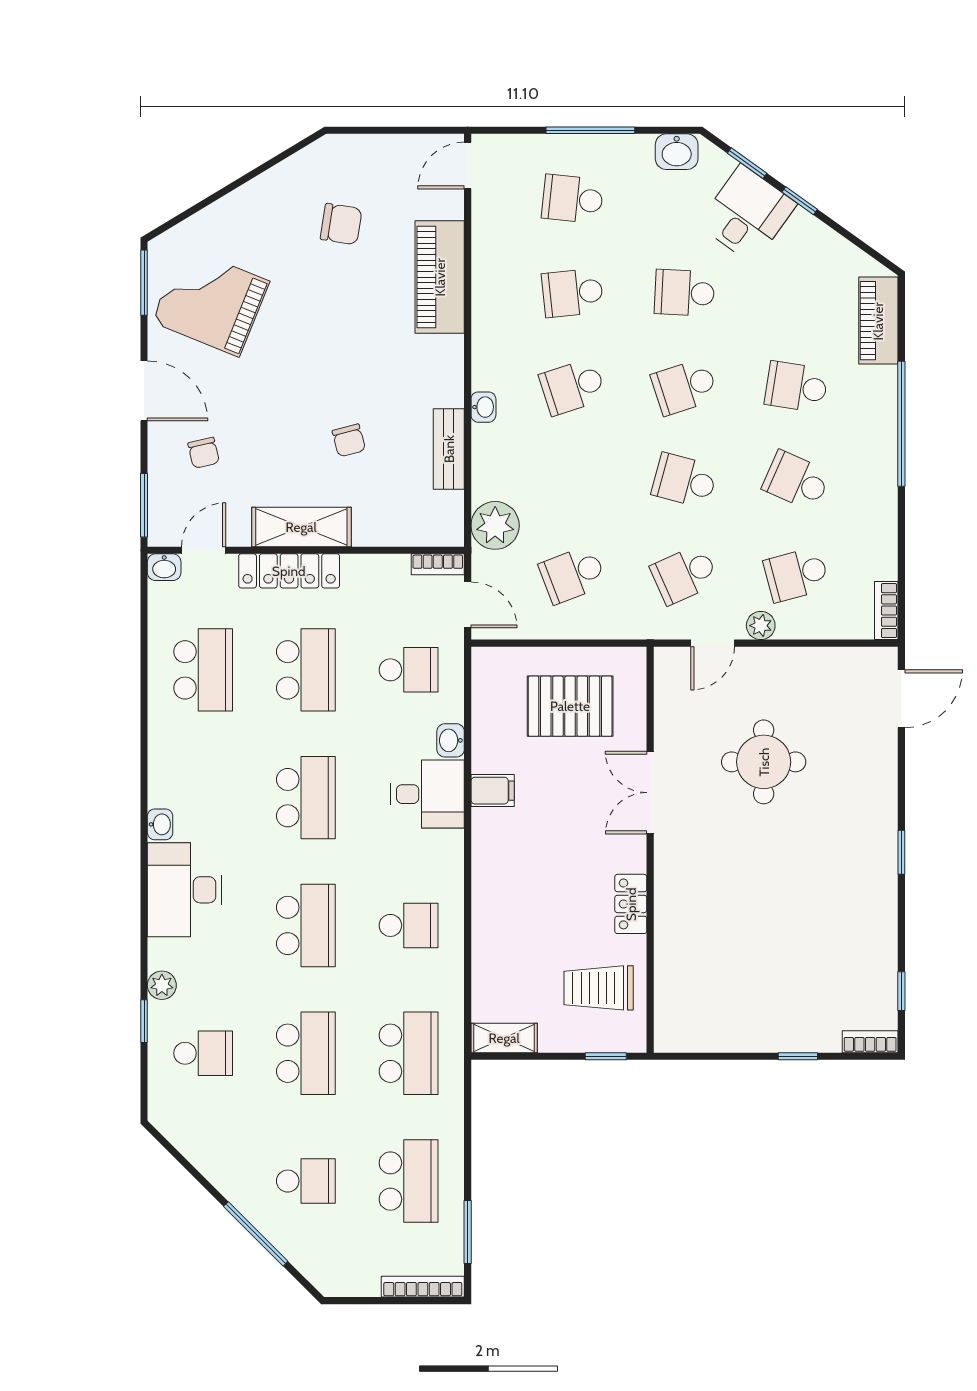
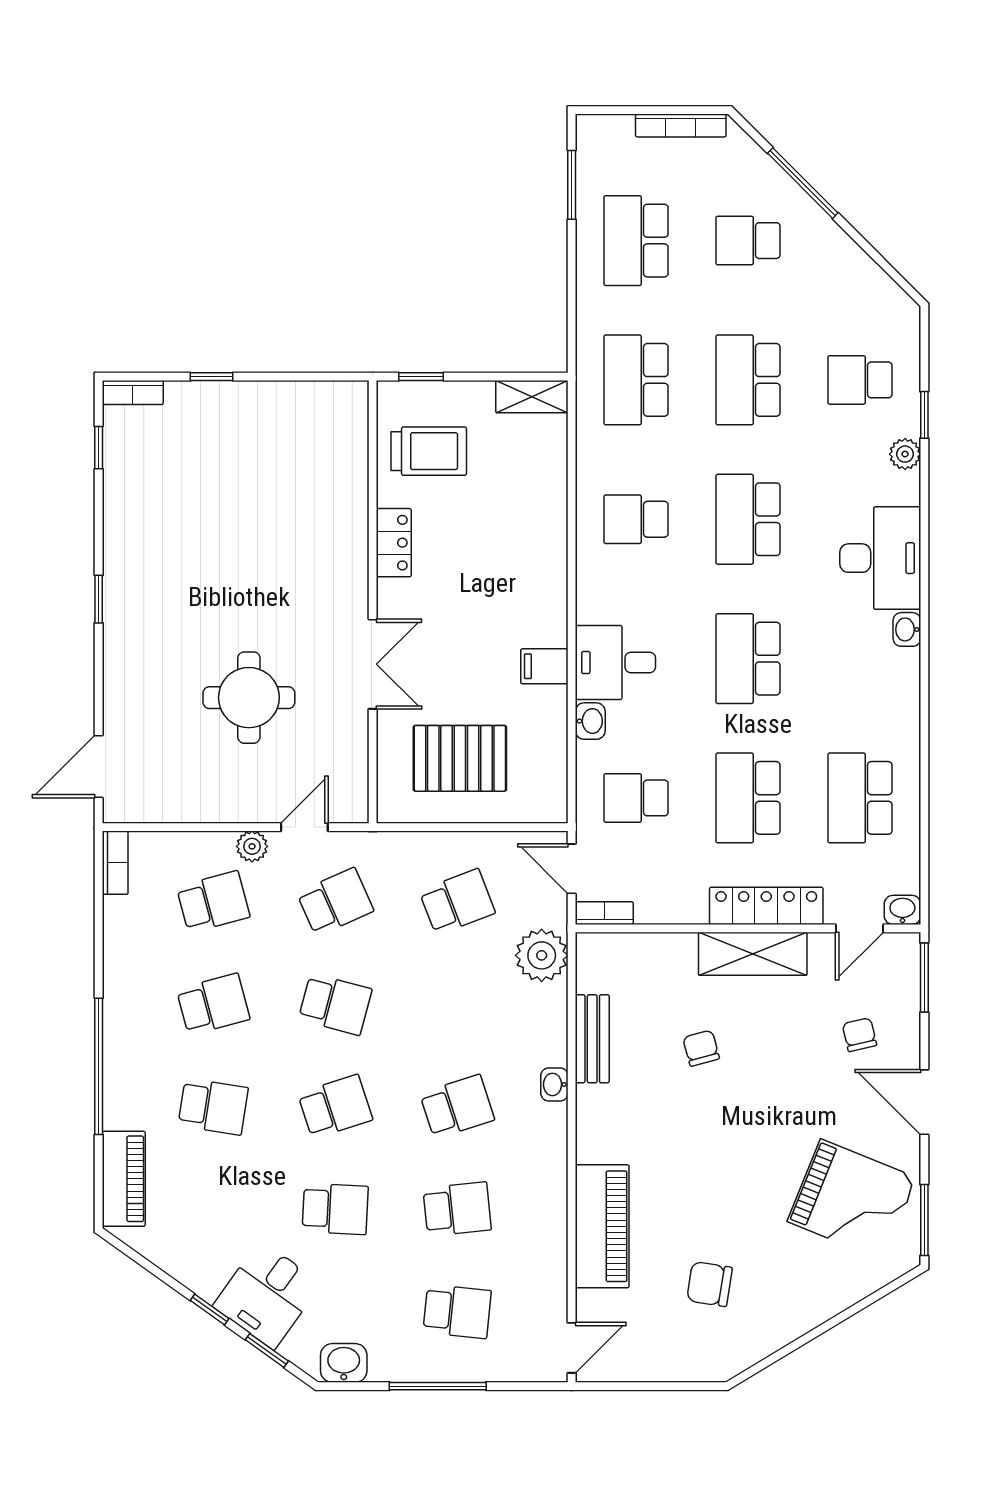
school desk: (796, 481) -> (213, 1004), turned -39
bookcase: (423, 1287) -> (681, 125), moved

